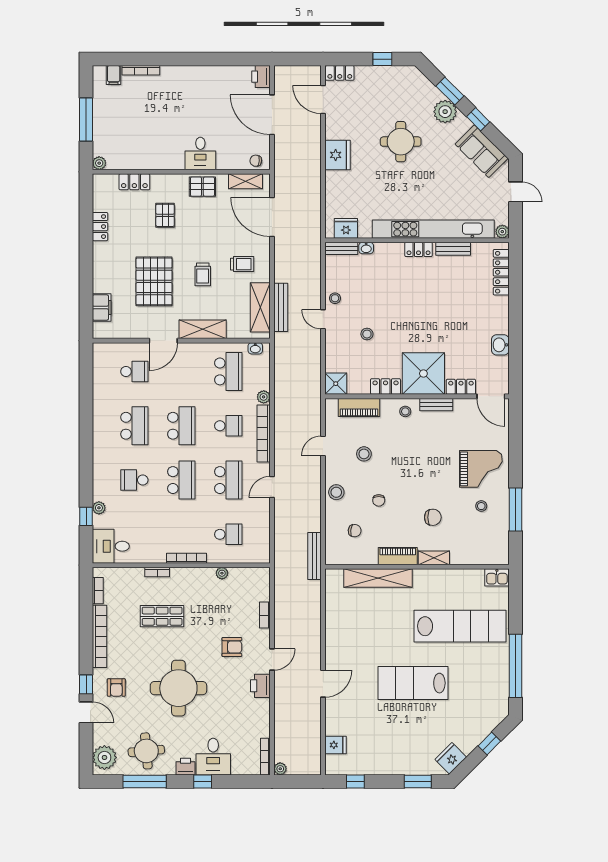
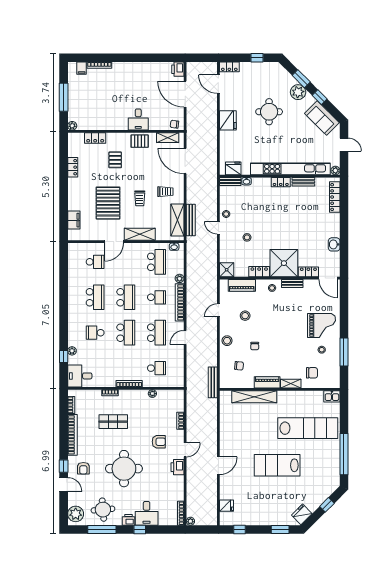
chair: (433, 517) -> (312, 373), moved

